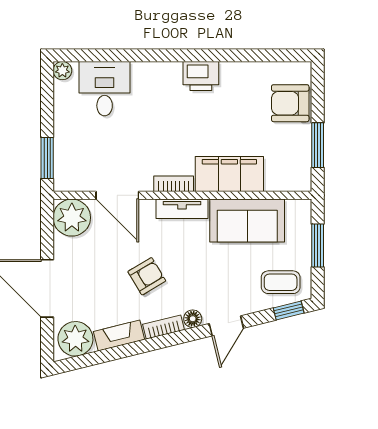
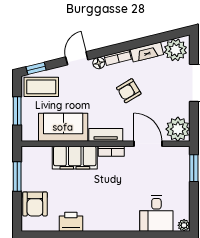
printer: (201, 76) -> (71, 222), moved
armchair: (290, 103) -> (35, 204), turned 90
coffee table: (281, 282) -> (41, 87), width x1.36, depth x1.30

